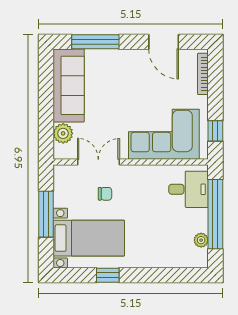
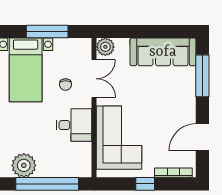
window: (215, 131) -> (145, 184), moved
plant: (63, 133) -> (105, 47), moved
desk: (189, 189) -> (74, 125), moved, turned -90
plant: (201, 240) -> (24, 165), width x1.88, depth x1.88

